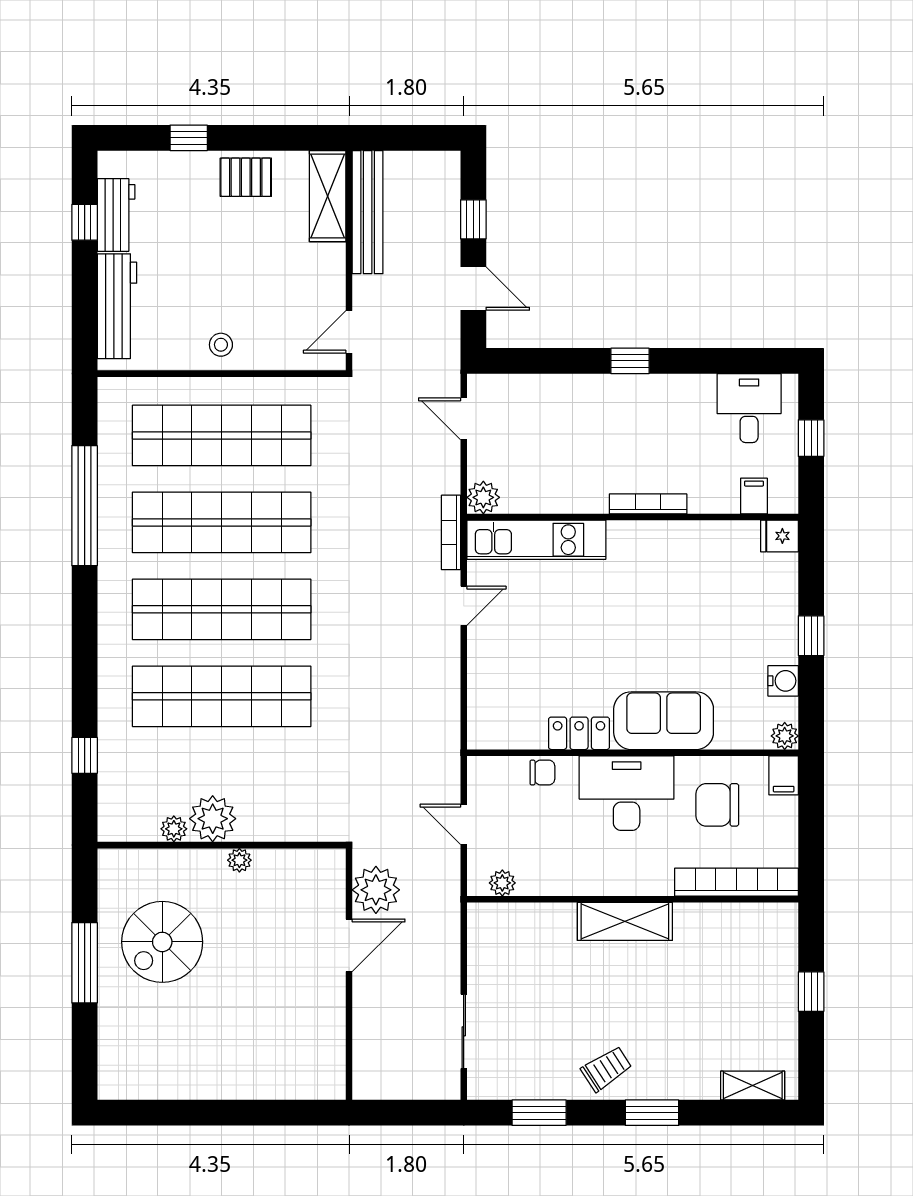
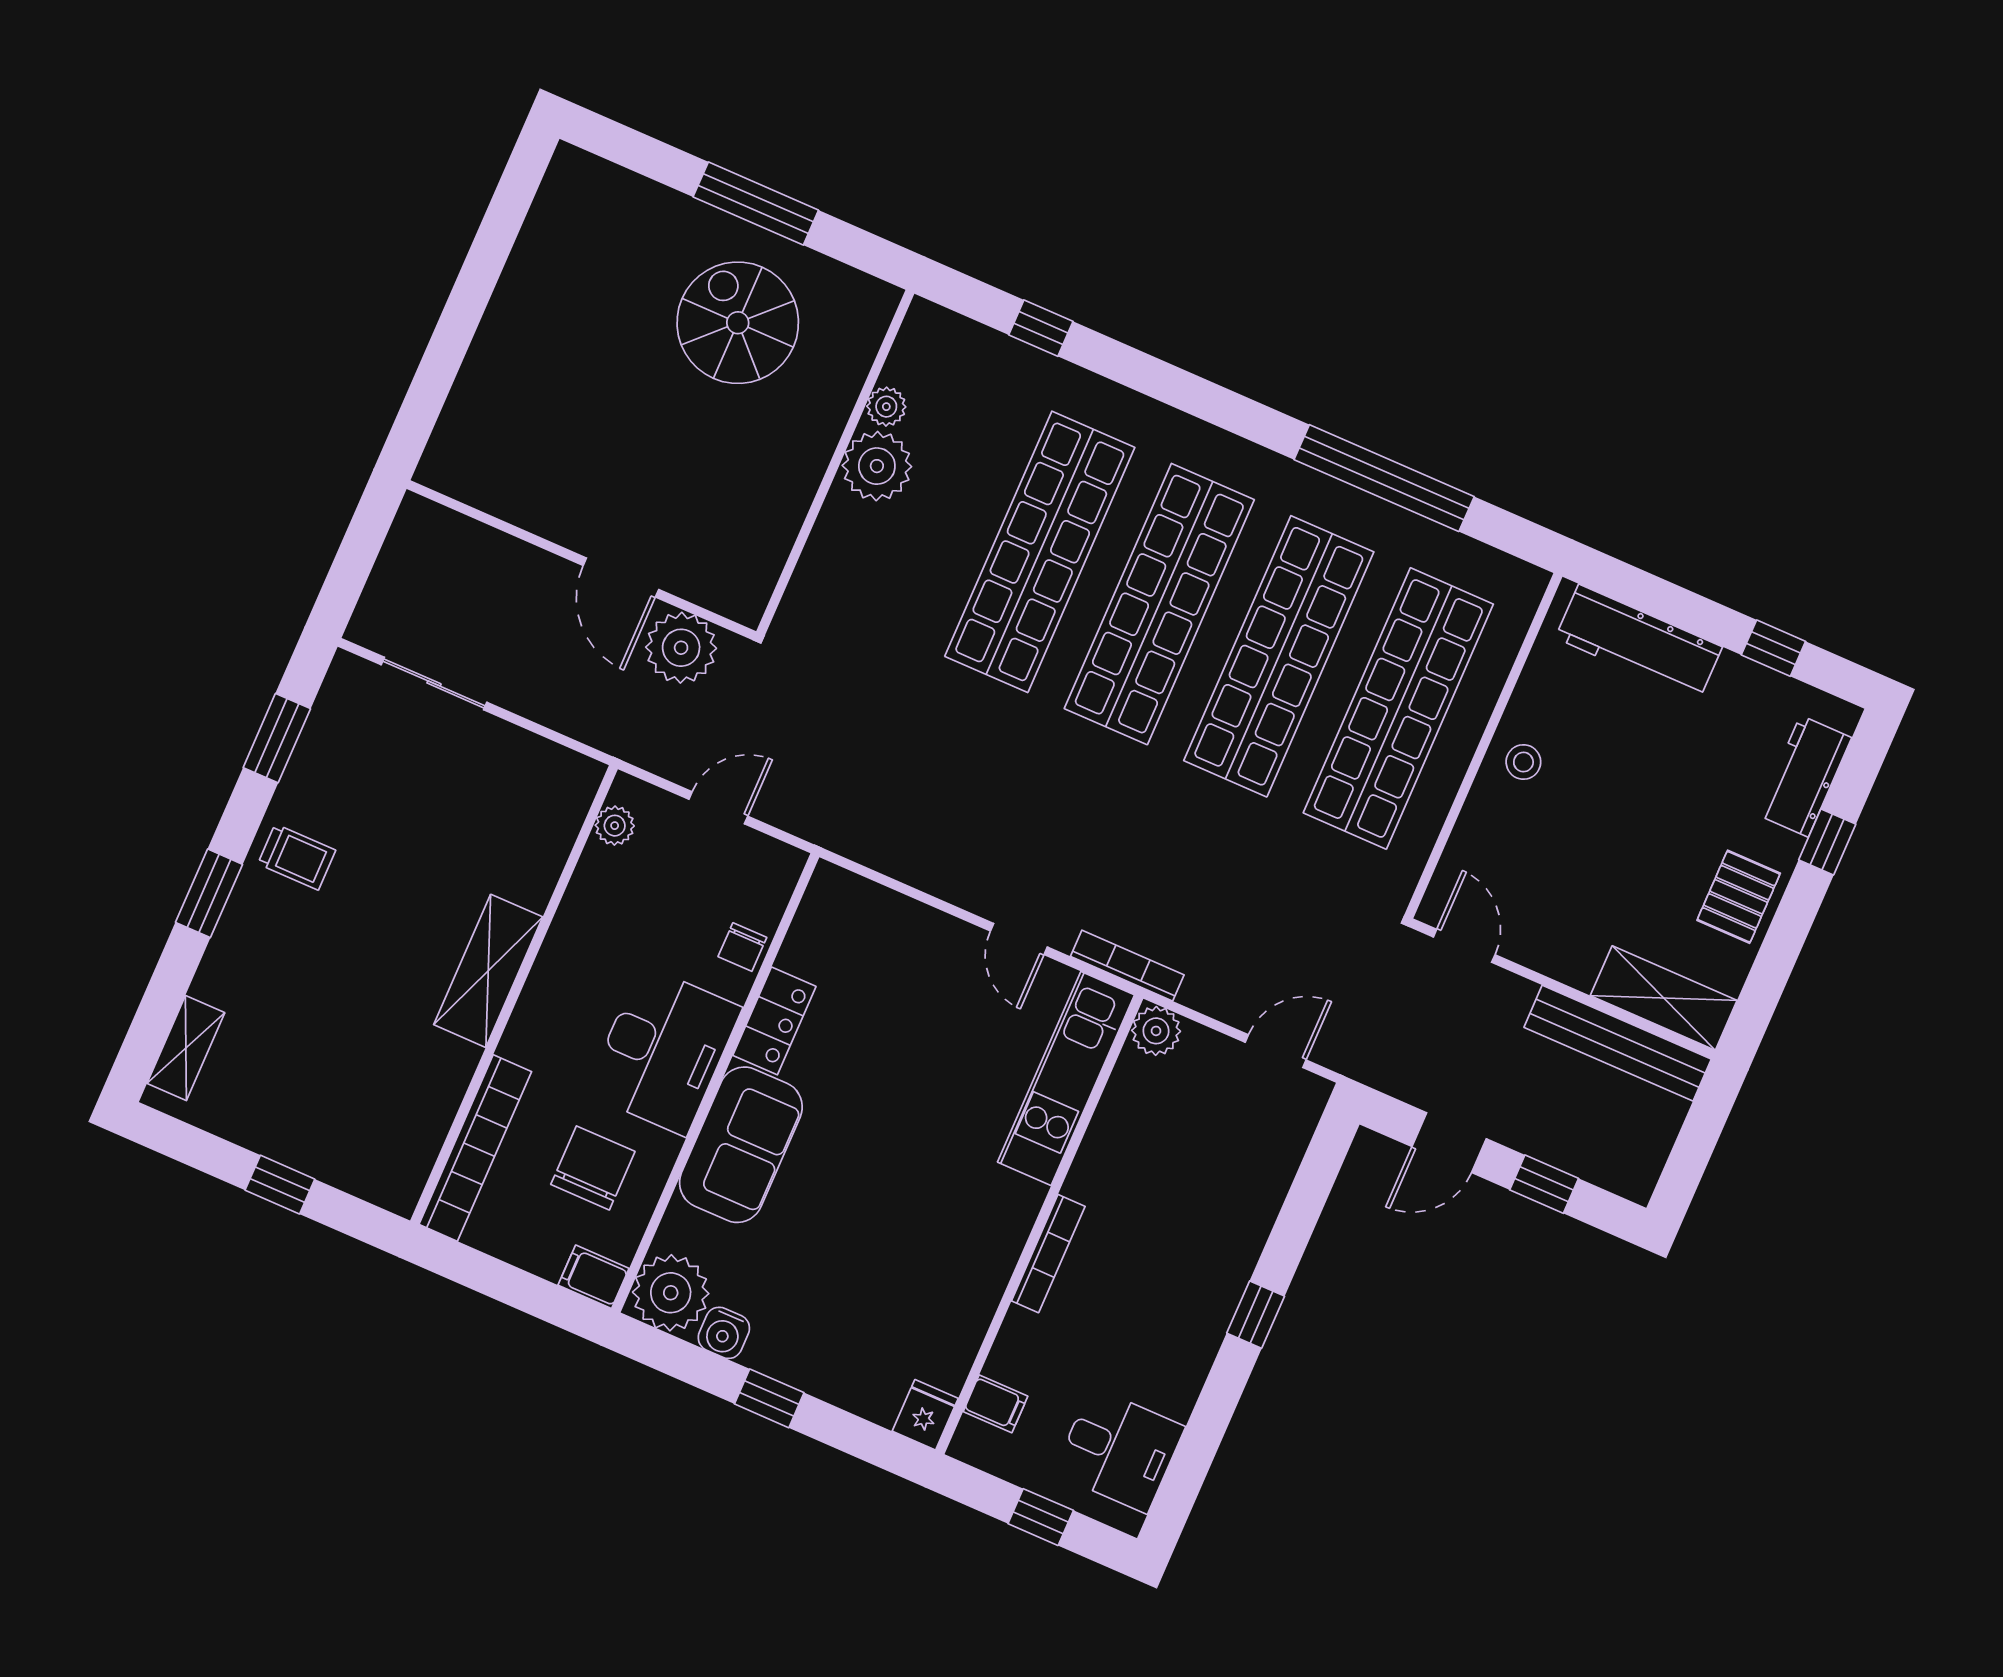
workbench: (116, 215) -> (1804, 776), moved, turned 90
plant: (785, 736) -> (671, 1293), width x1.88, depth x1.88
plant: (239, 860) -> (804, 478), removed
trolley: (606, 1069) -> (297, 857), turned -57

